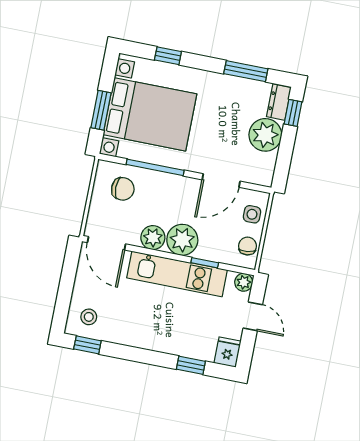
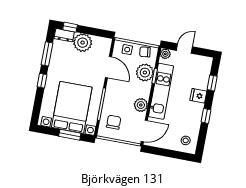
window: (168, 56) -> (42, 81), moved
plant: (182, 240) -> (145, 73), moved
window: (87, 345) -> (206, 116), moved
fridge: (227, 352) -> (198, 96), moved

